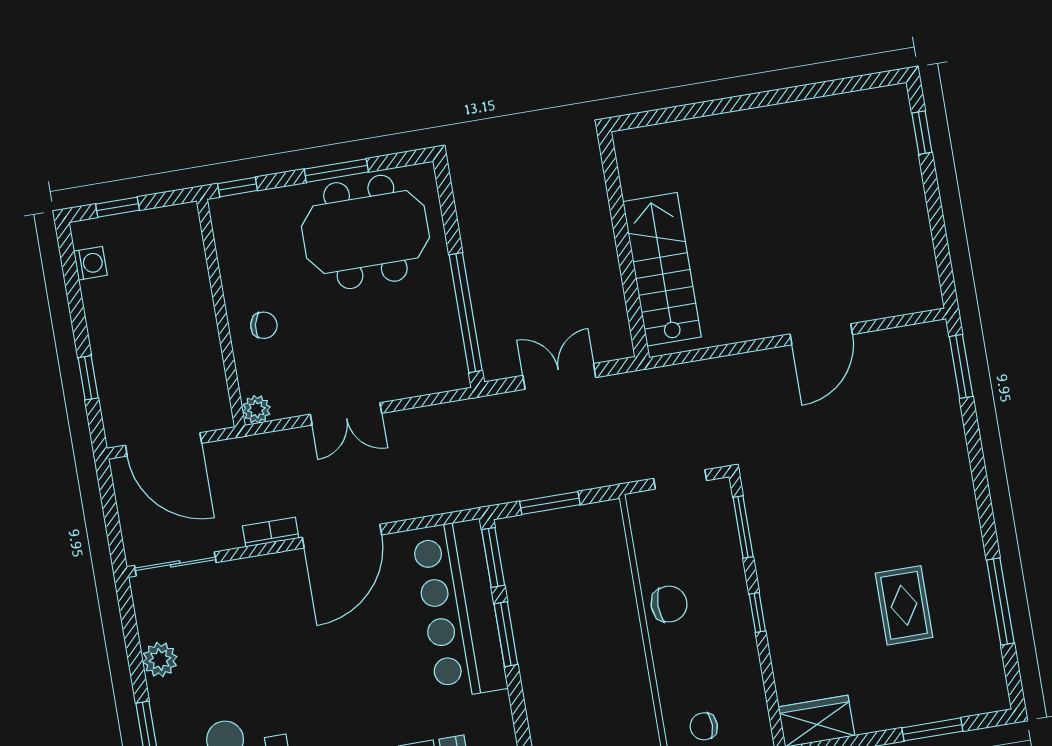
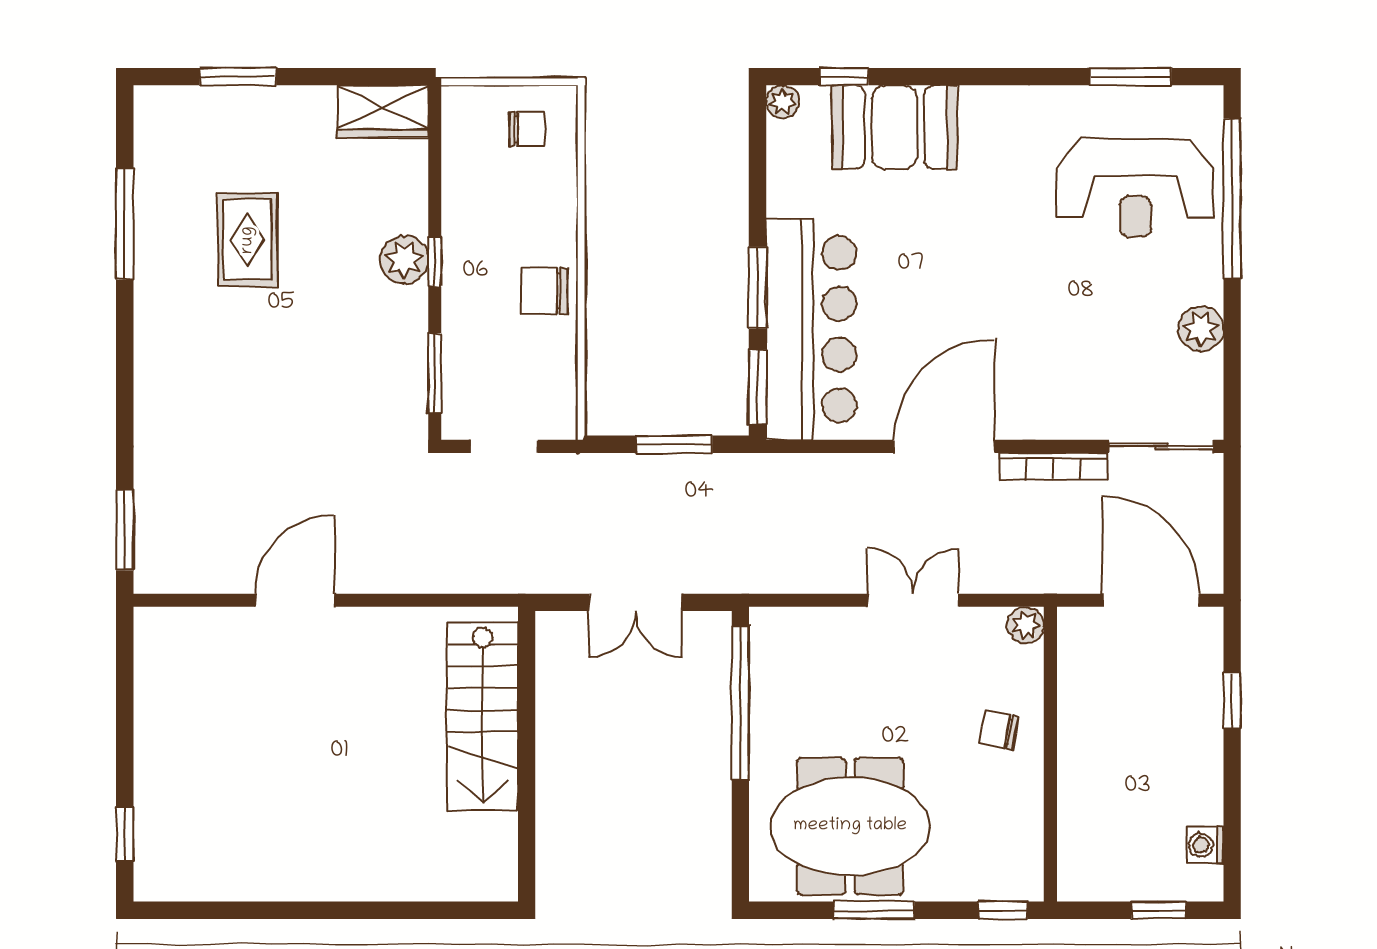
bookcase: (271, 532) -> (1053, 467), width x1.56
plant: (781, 610) -> (404, 260), added

